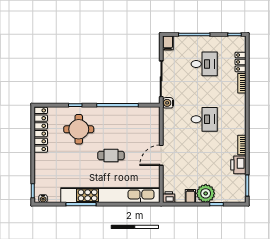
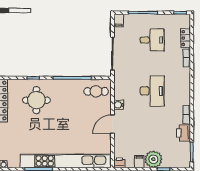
water cooler: (168, 103) -> (119, 105), moved
desk: (204, 119) -> (152, 91), width x1.37
cafe table: (111, 155) -> (96, 91), moved

